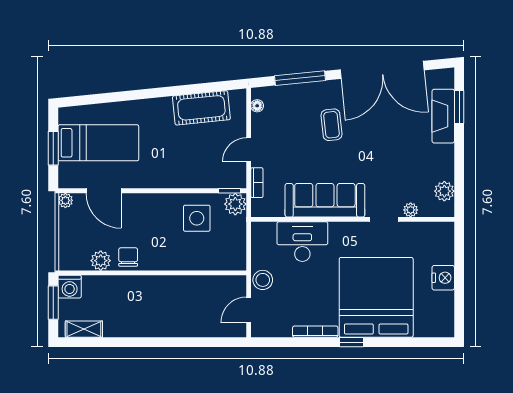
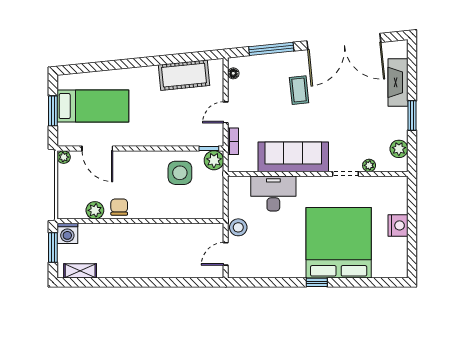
window: (459, 107) -> (412, 116), moved
bookcase: (315, 332) -> (285, 273), removed

